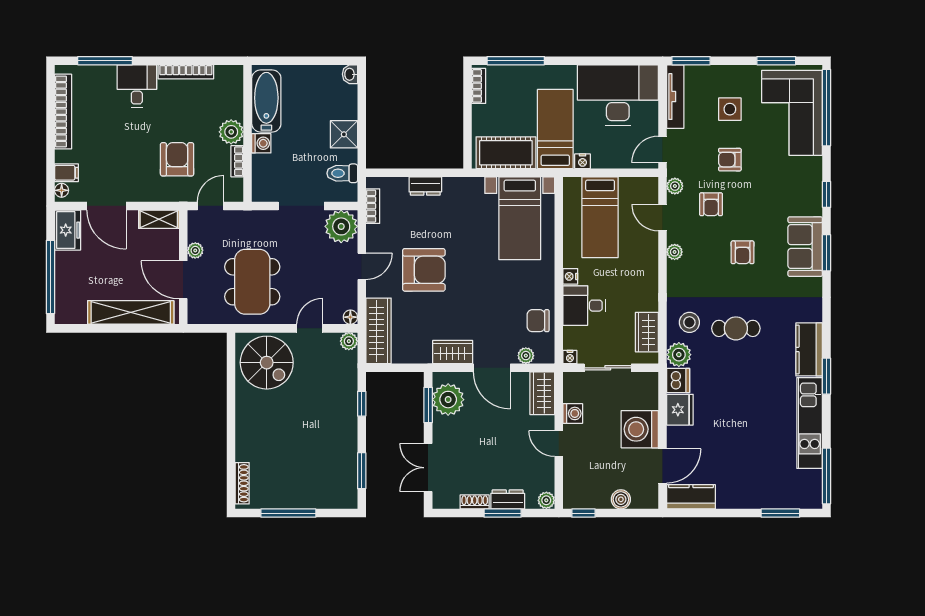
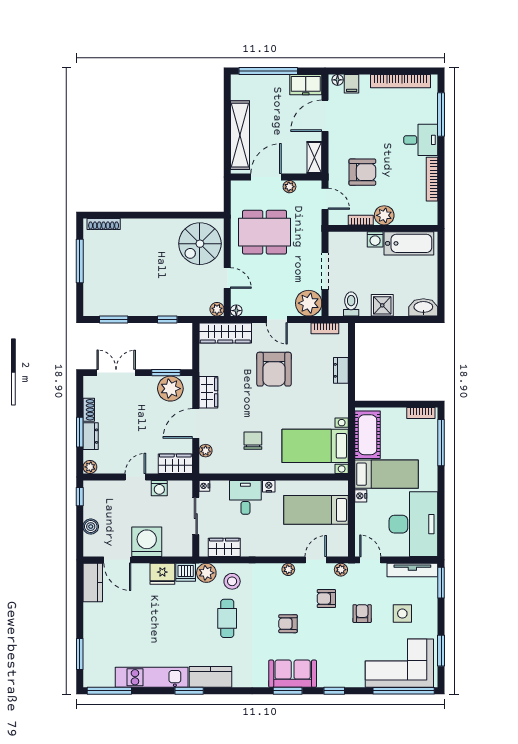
washbasin: (350, 74) -> (423, 307), width x1.91, depth x1.45
chair: (538, 321) -> (253, 441), moved

